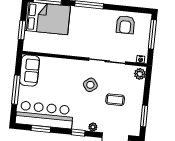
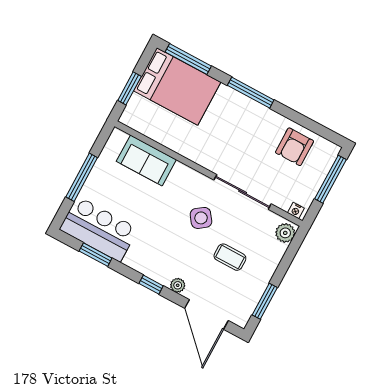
sofa: (29, 70) -> (146, 160), moved, turned 90
bar counter: (44, 115) -> (99, 229), width x0.73

